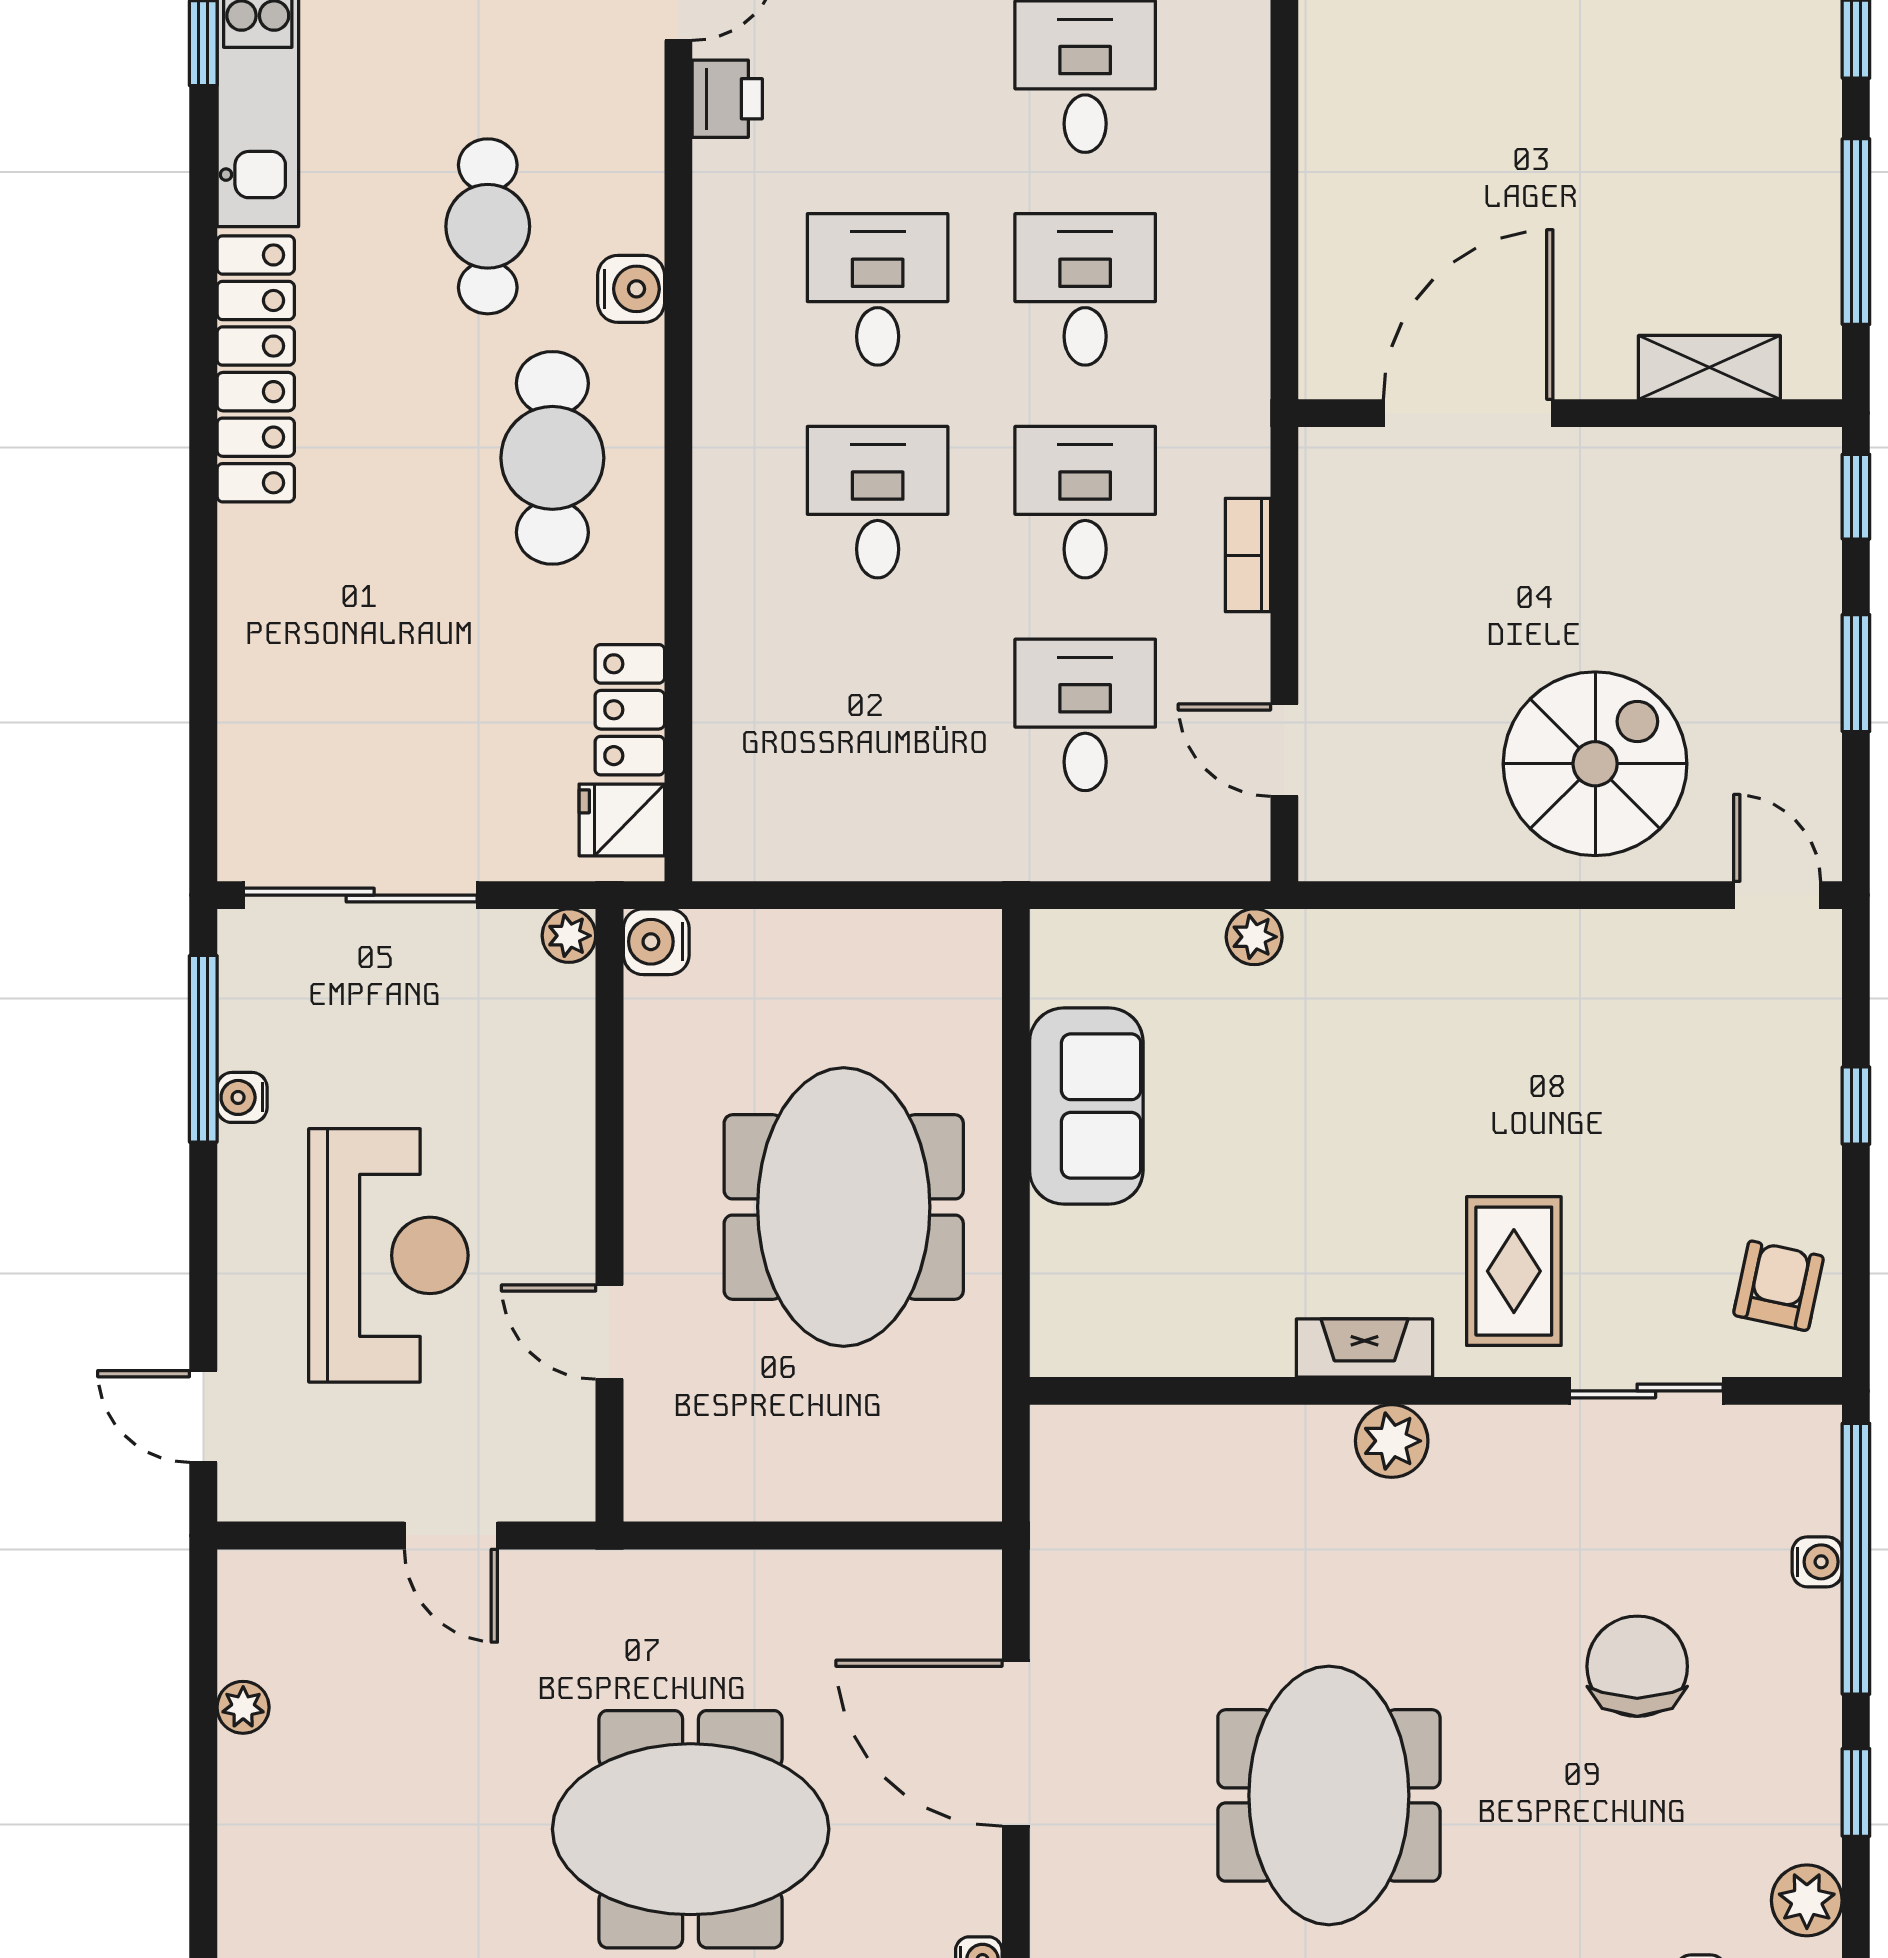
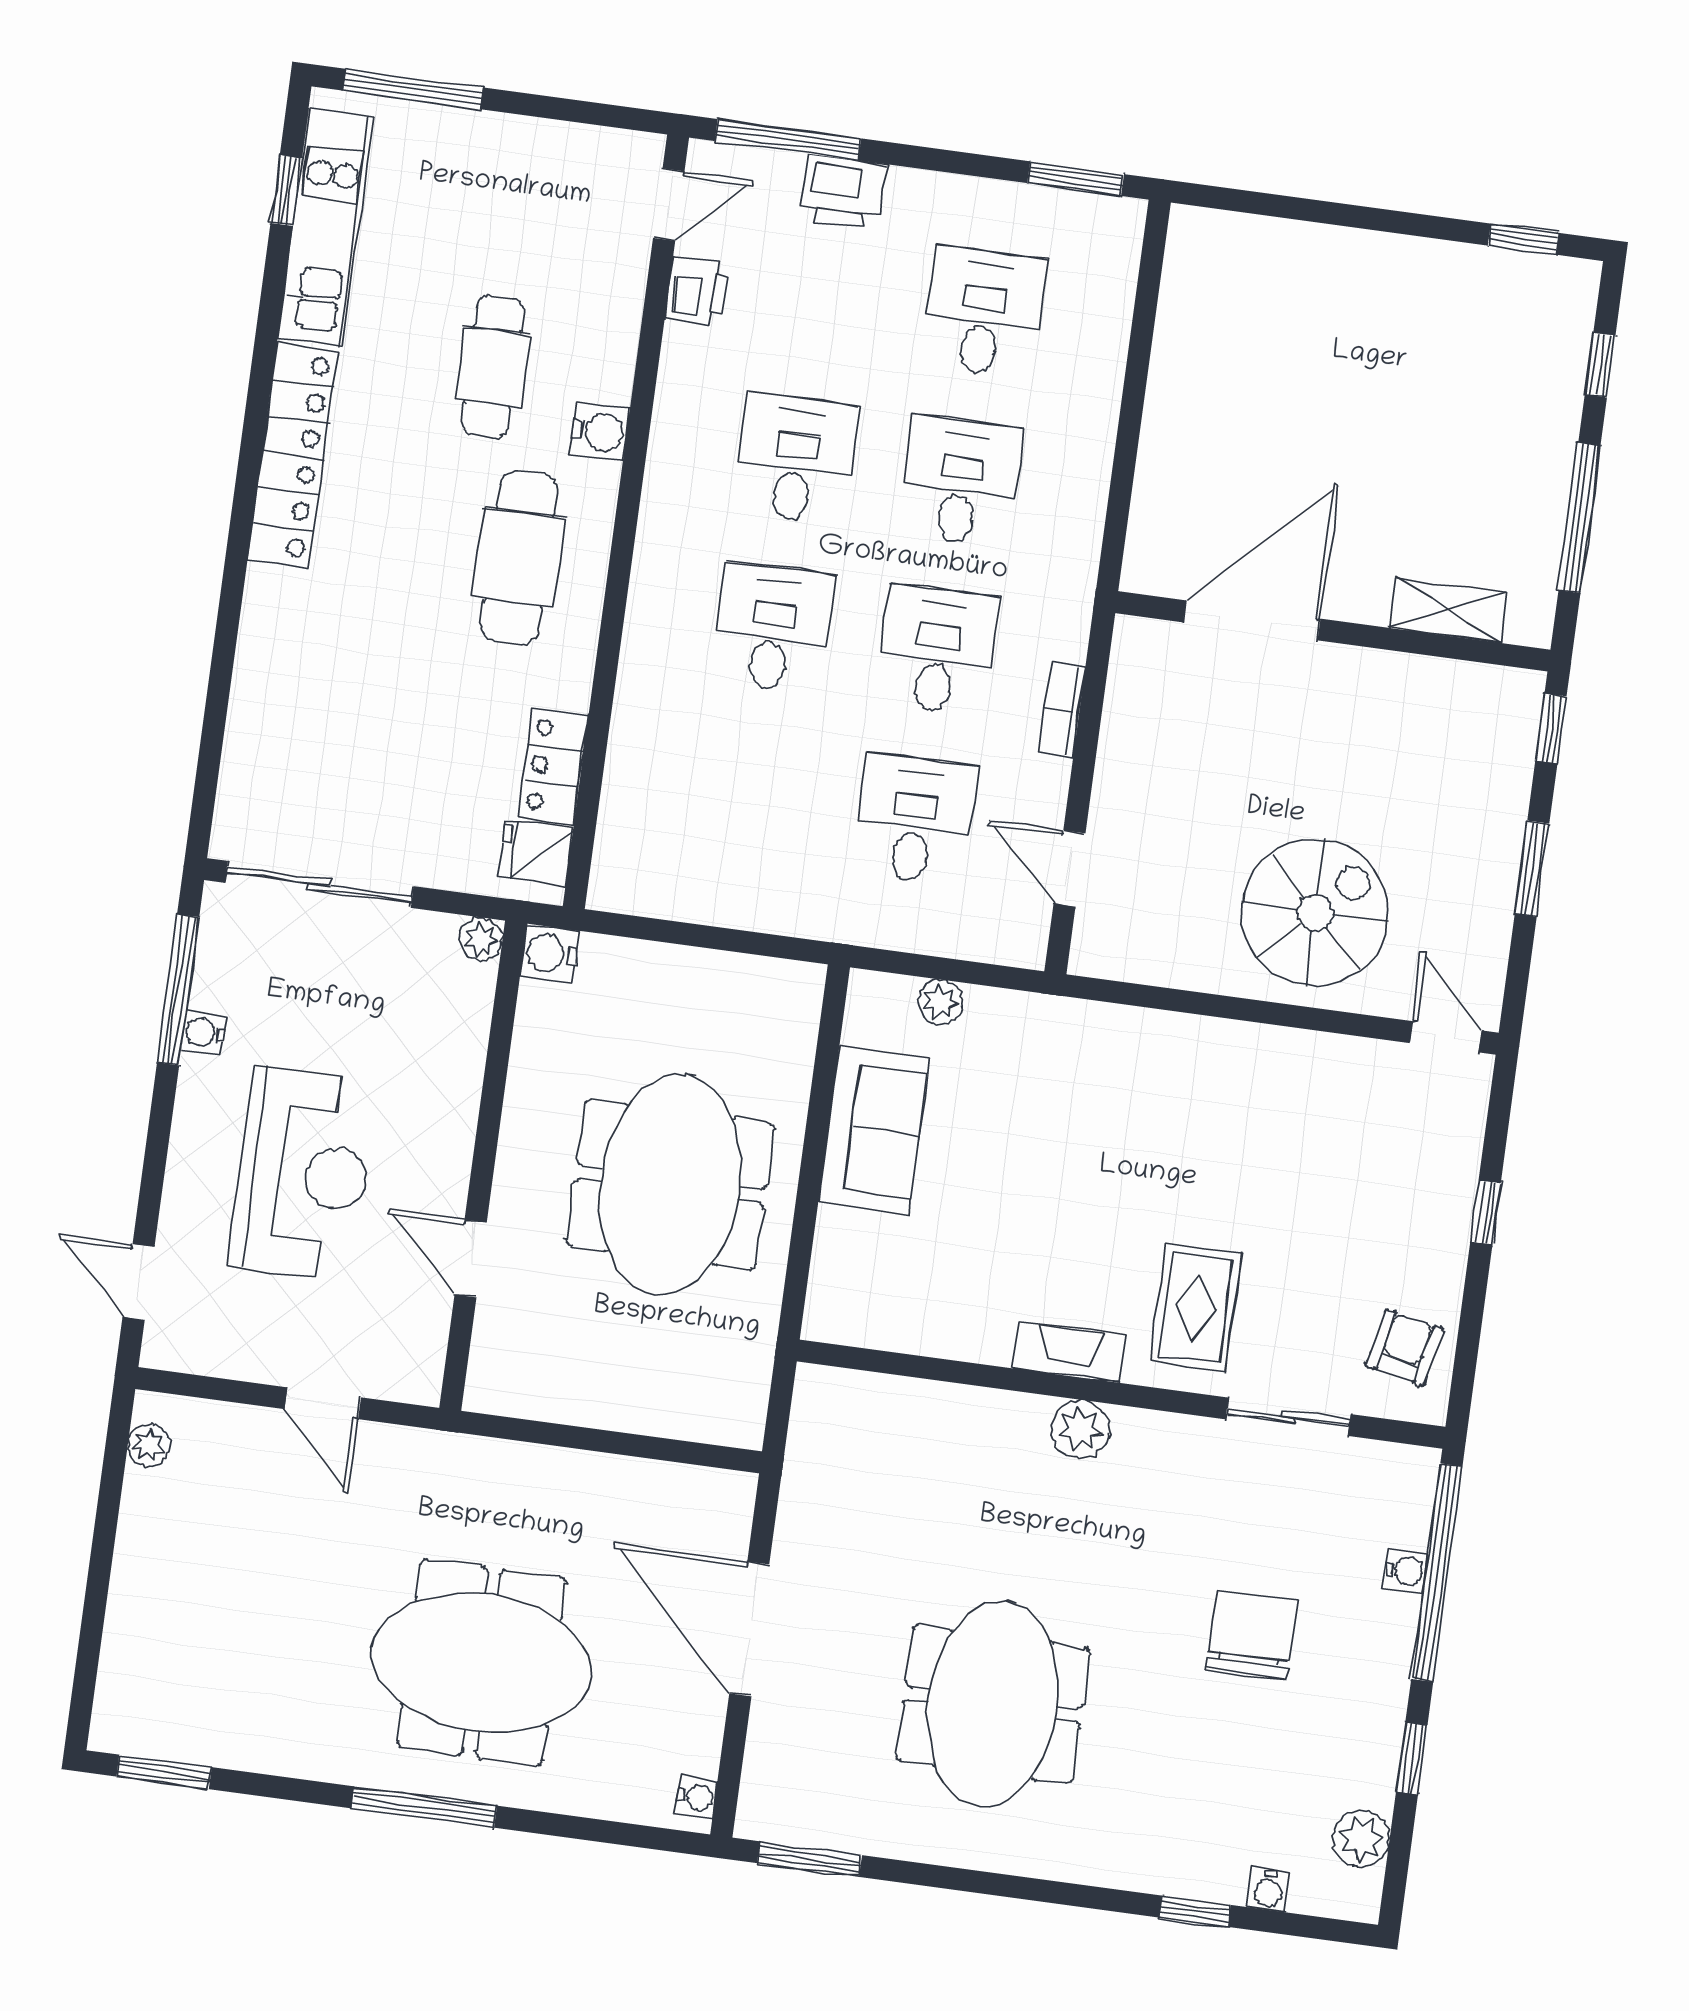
plant: (1254, 937) -> (941, 1002), moved
plant: (243, 1707) -> (149, 1445), moved

